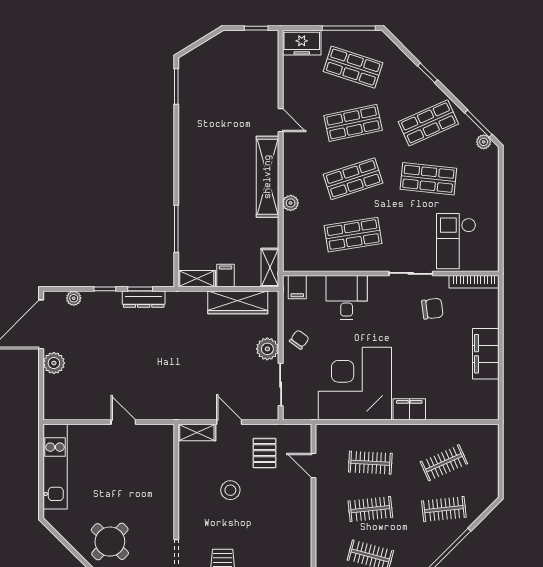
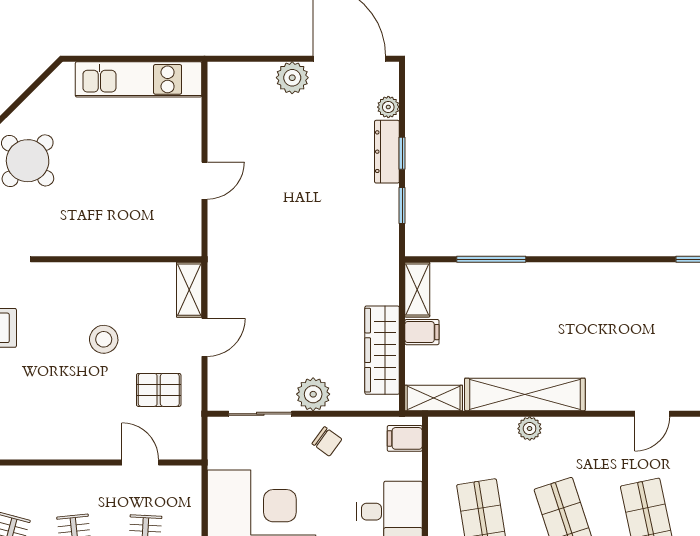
shelving: (268, 177) -> (525, 394), moved
dresser: (144, 299) -> (387, 152), moved
door: (313, 466) -> (140, 462), hinge flipped

